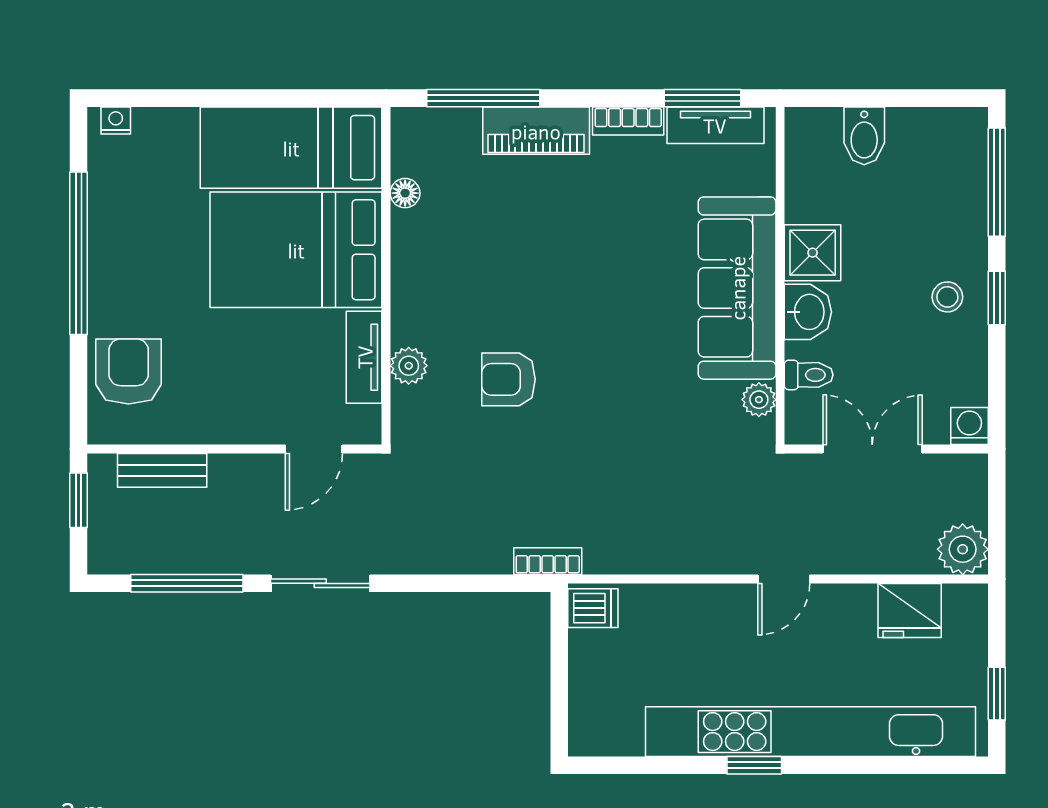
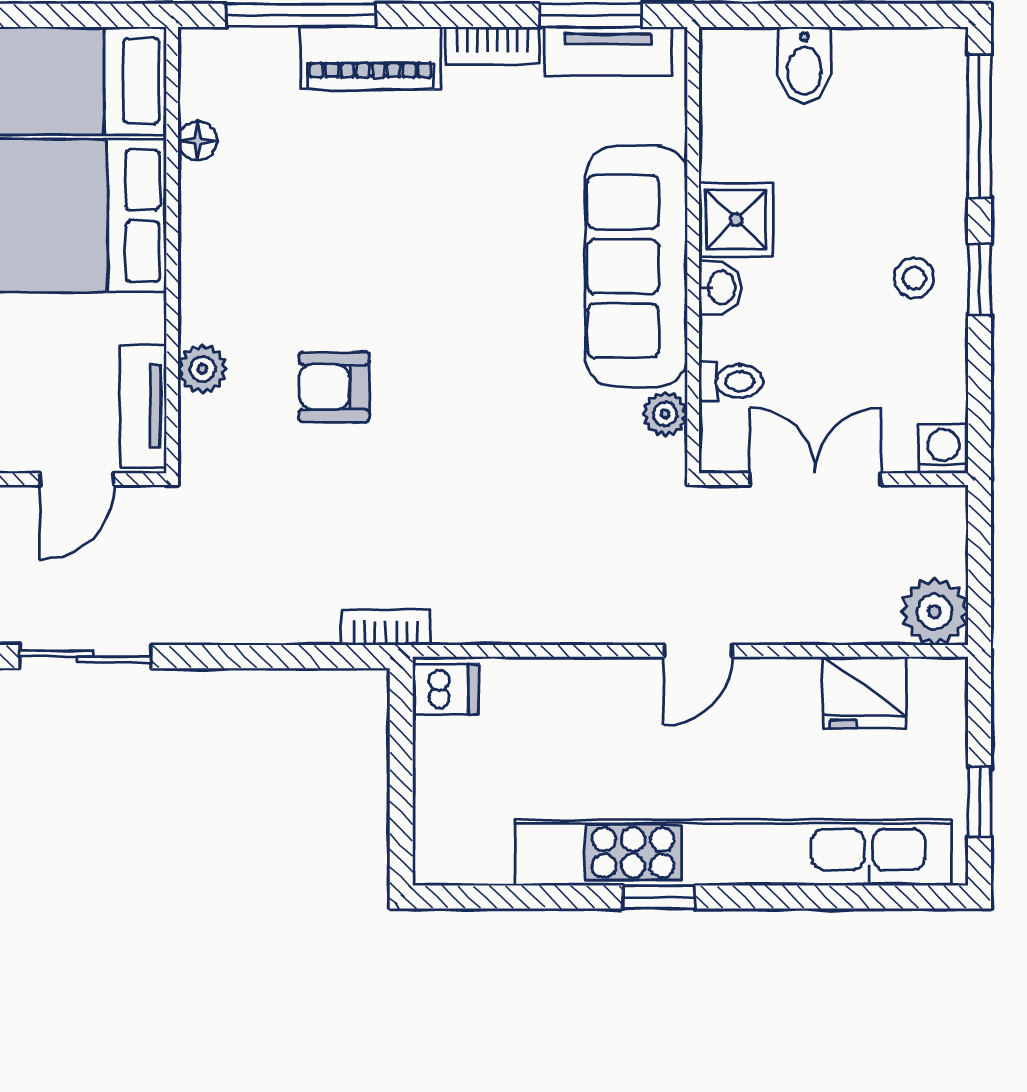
washbasin: (808, 312) -> (720, 288), width x0.72, depth x0.69
tv unit: (364, 357) -> (143, 406), moved

